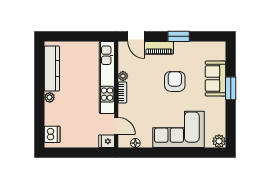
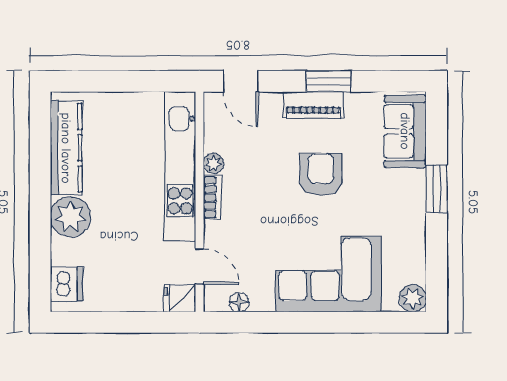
piano: (159, 48) -> (313, 105), moved
sofa: (216, 78) -> (405, 131), moved
plant: (50, 97) -> (71, 217), width x1.87, depth x1.87

